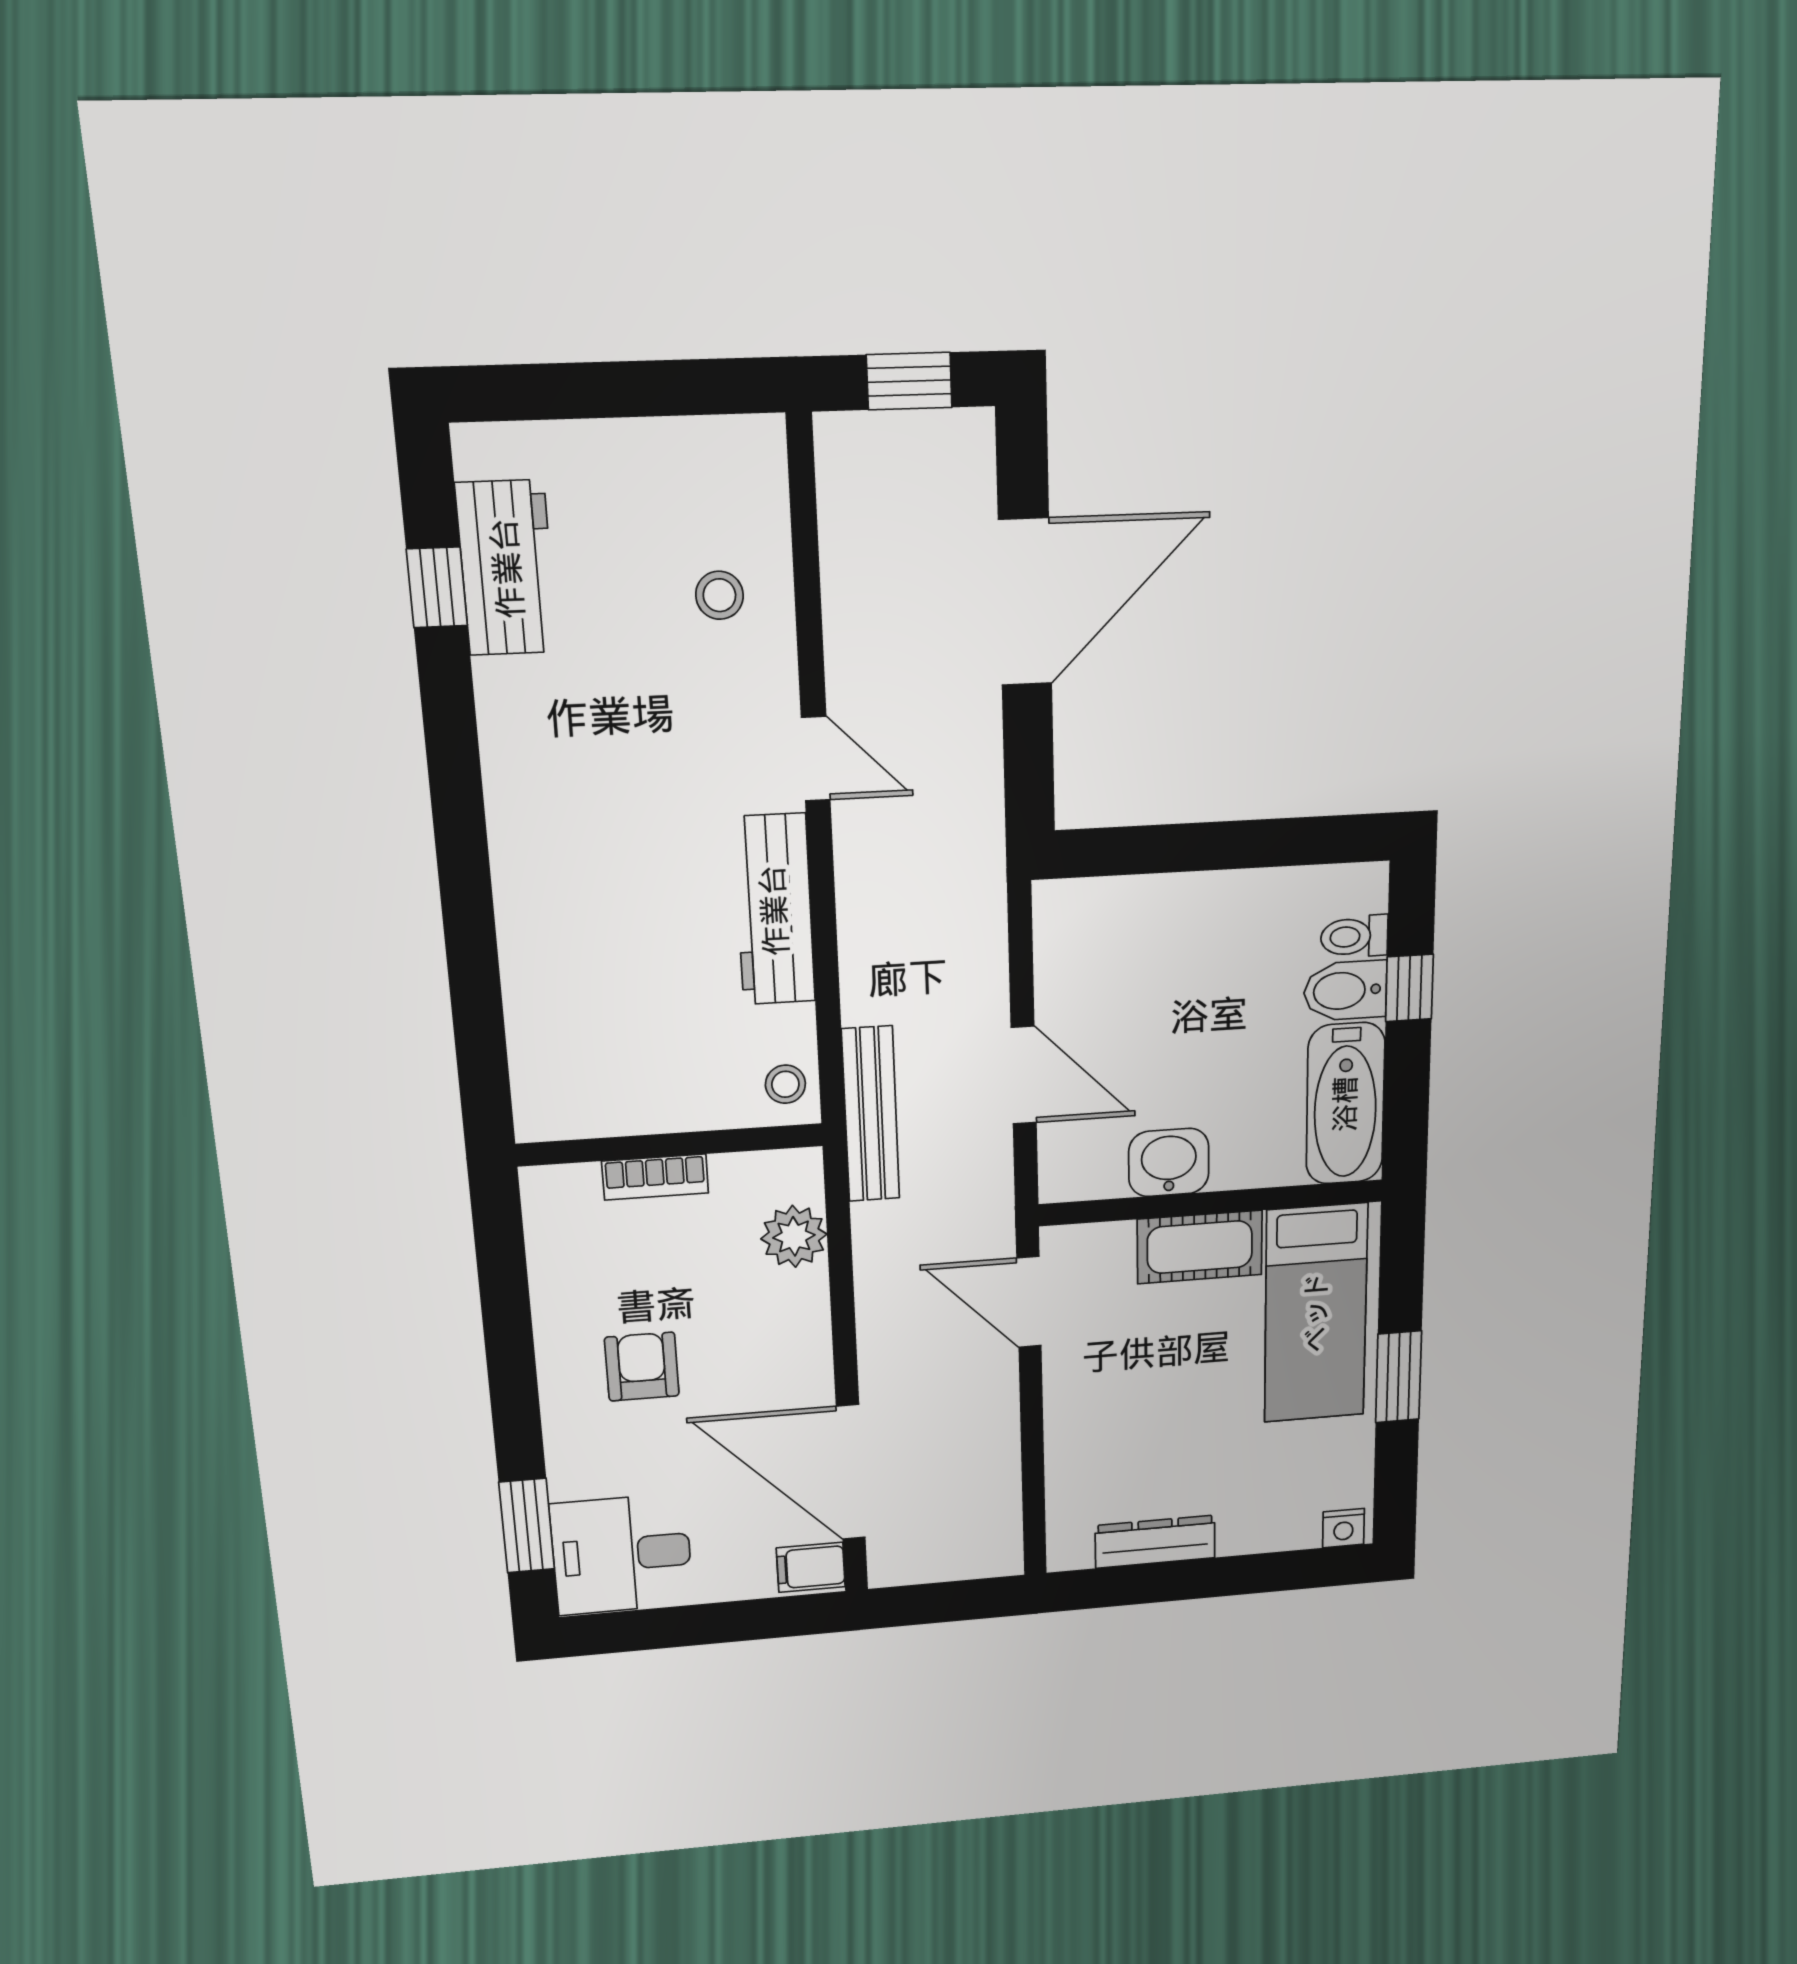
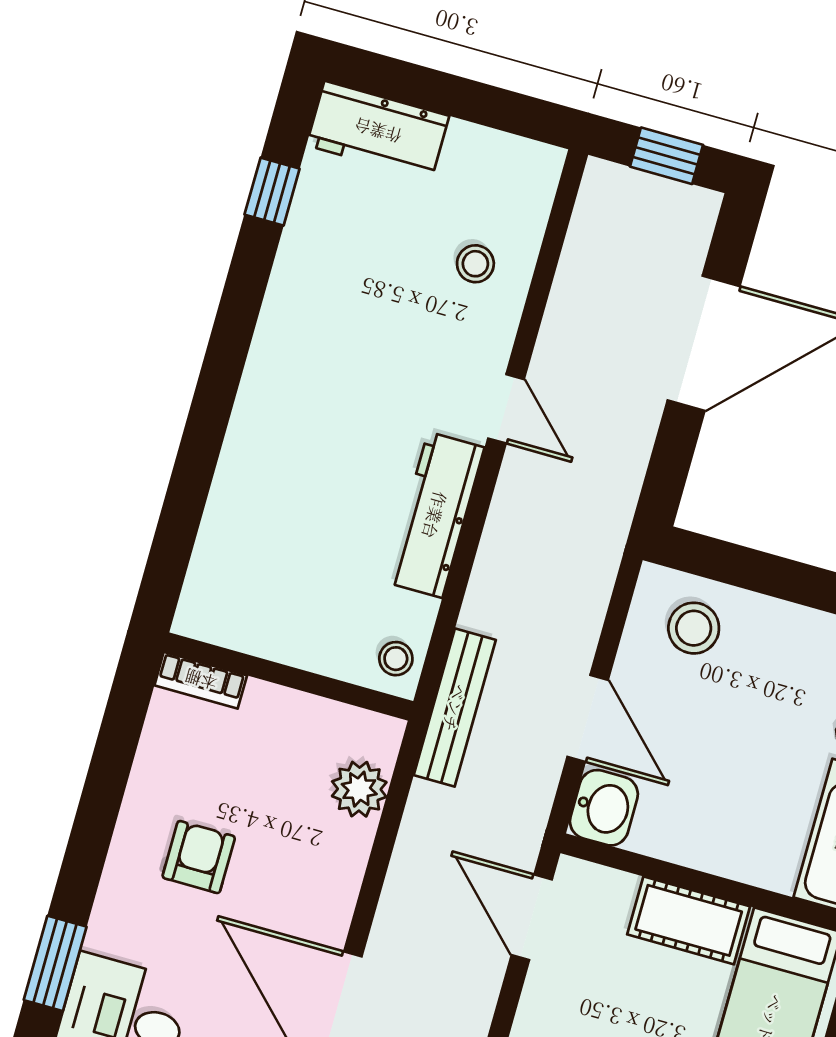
workbench: (507, 568) -> (378, 131), moved, turned 90
stool: (1113, 937) -> (694, 628), added
washbasin: (1169, 1162) -> (604, 808), moved, turned 90
bookcase: (655, 1177) -> (201, 680), moved

